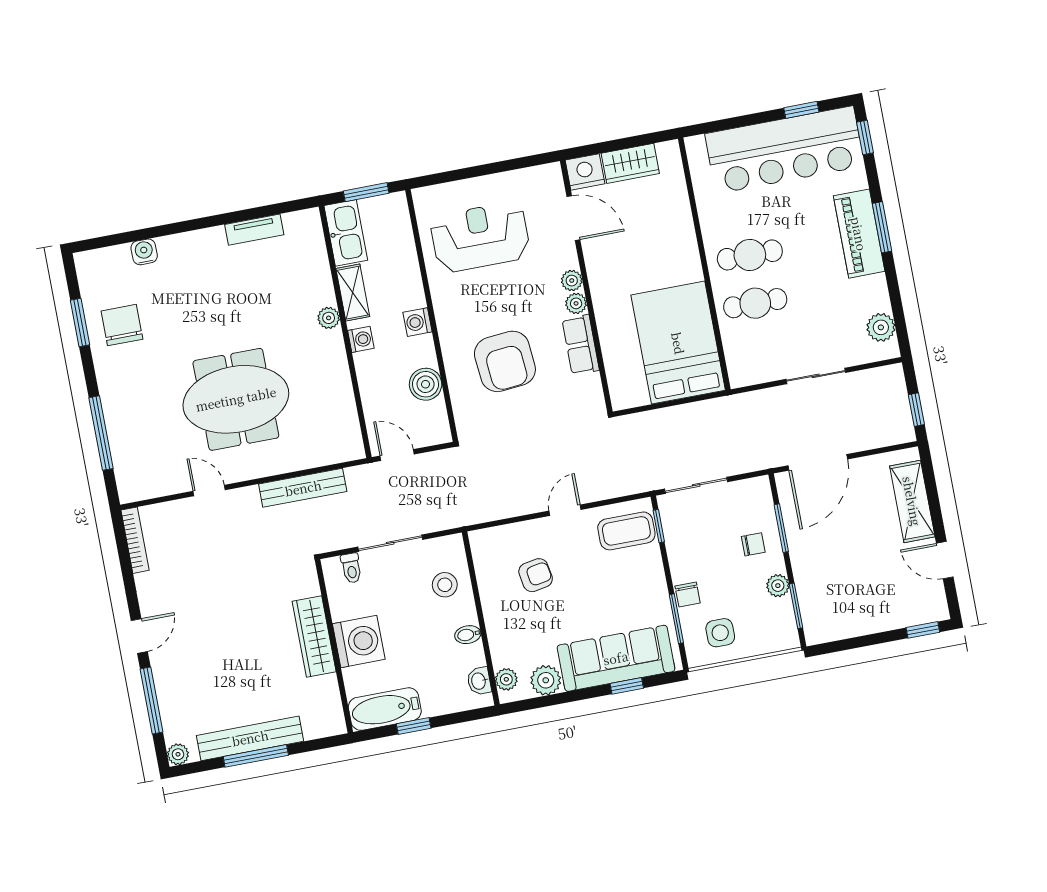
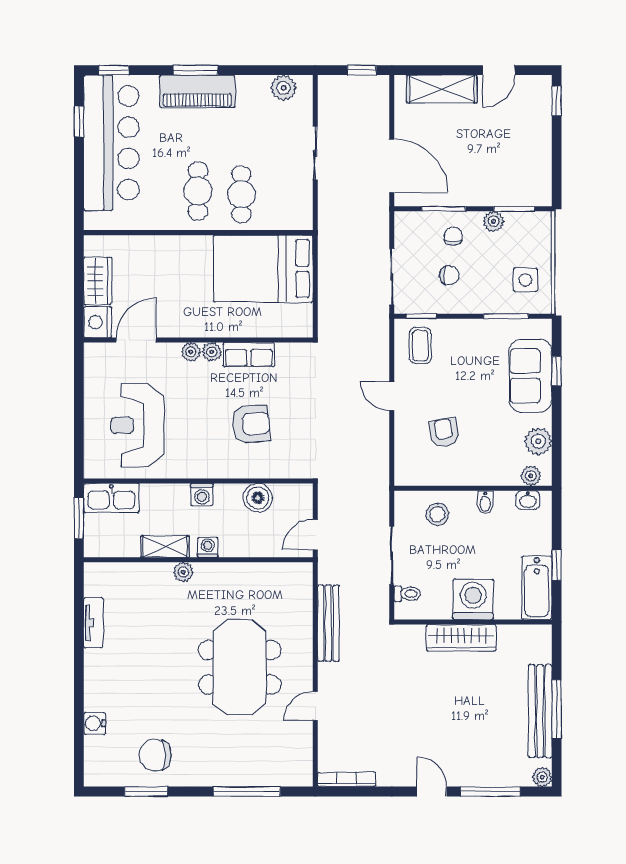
kitchen sink: (346, 233) -> (111, 498), moved, turned 180
armchair: (505, 361) -> (251, 424), width x0.73, depth x0.73
coffee table: (626, 531) -> (420, 345), width x0.73, depth x0.77
chair: (688, 594) -> (449, 275), moved
sofa: (616, 658) -> (531, 376), width x0.73

